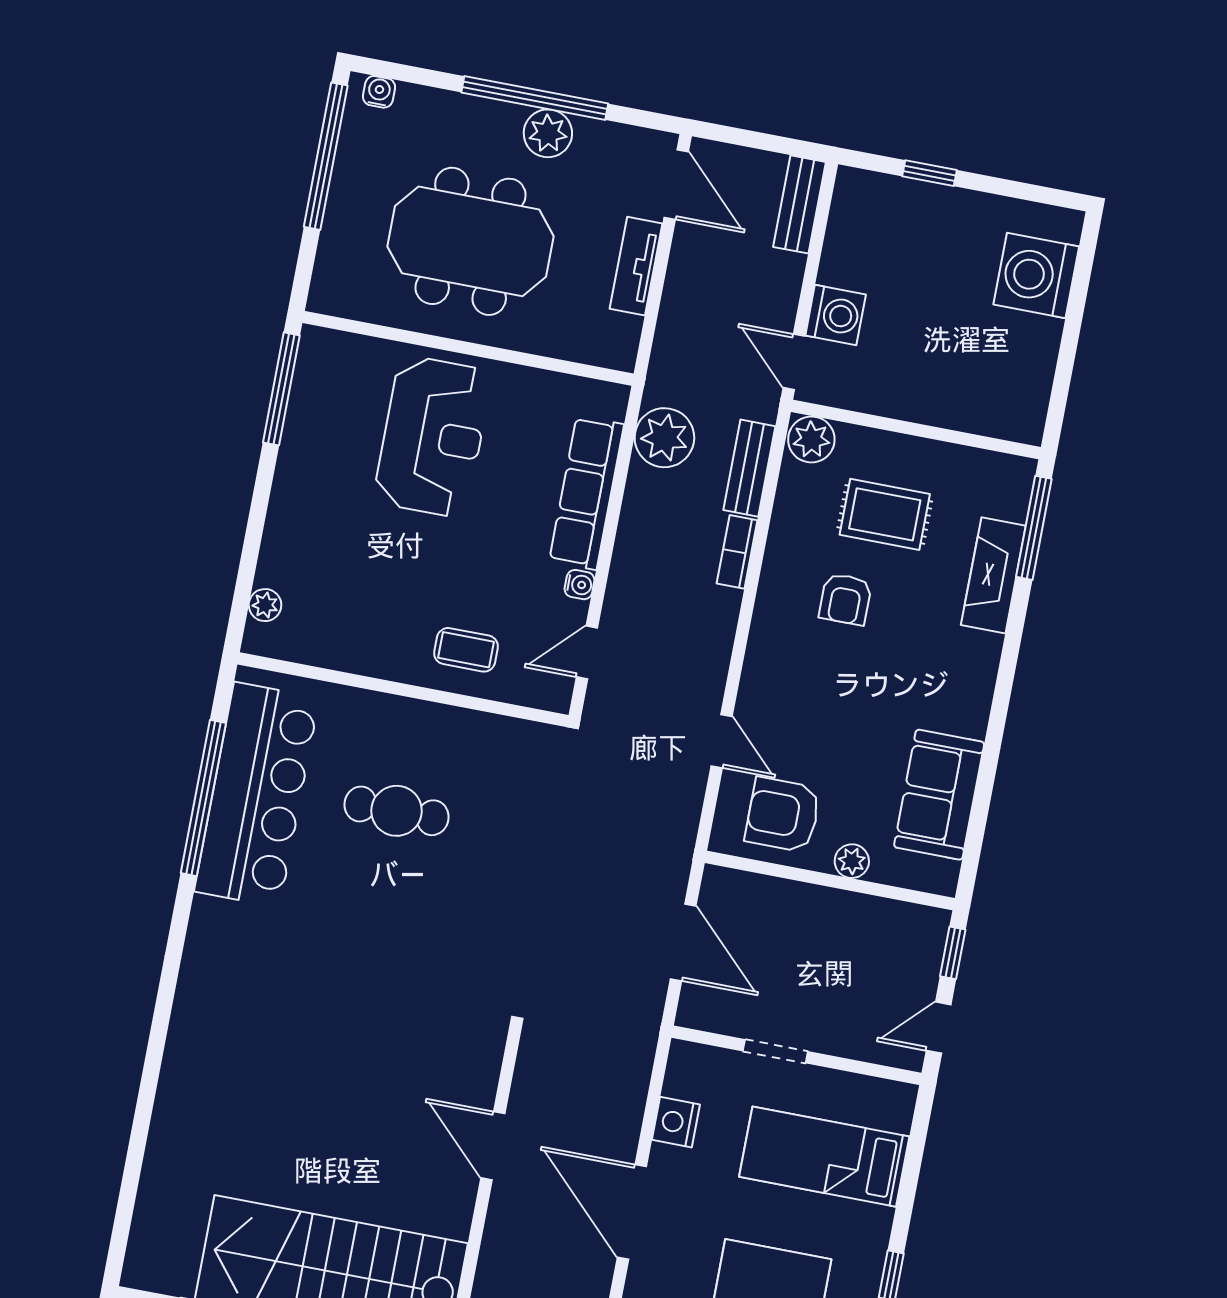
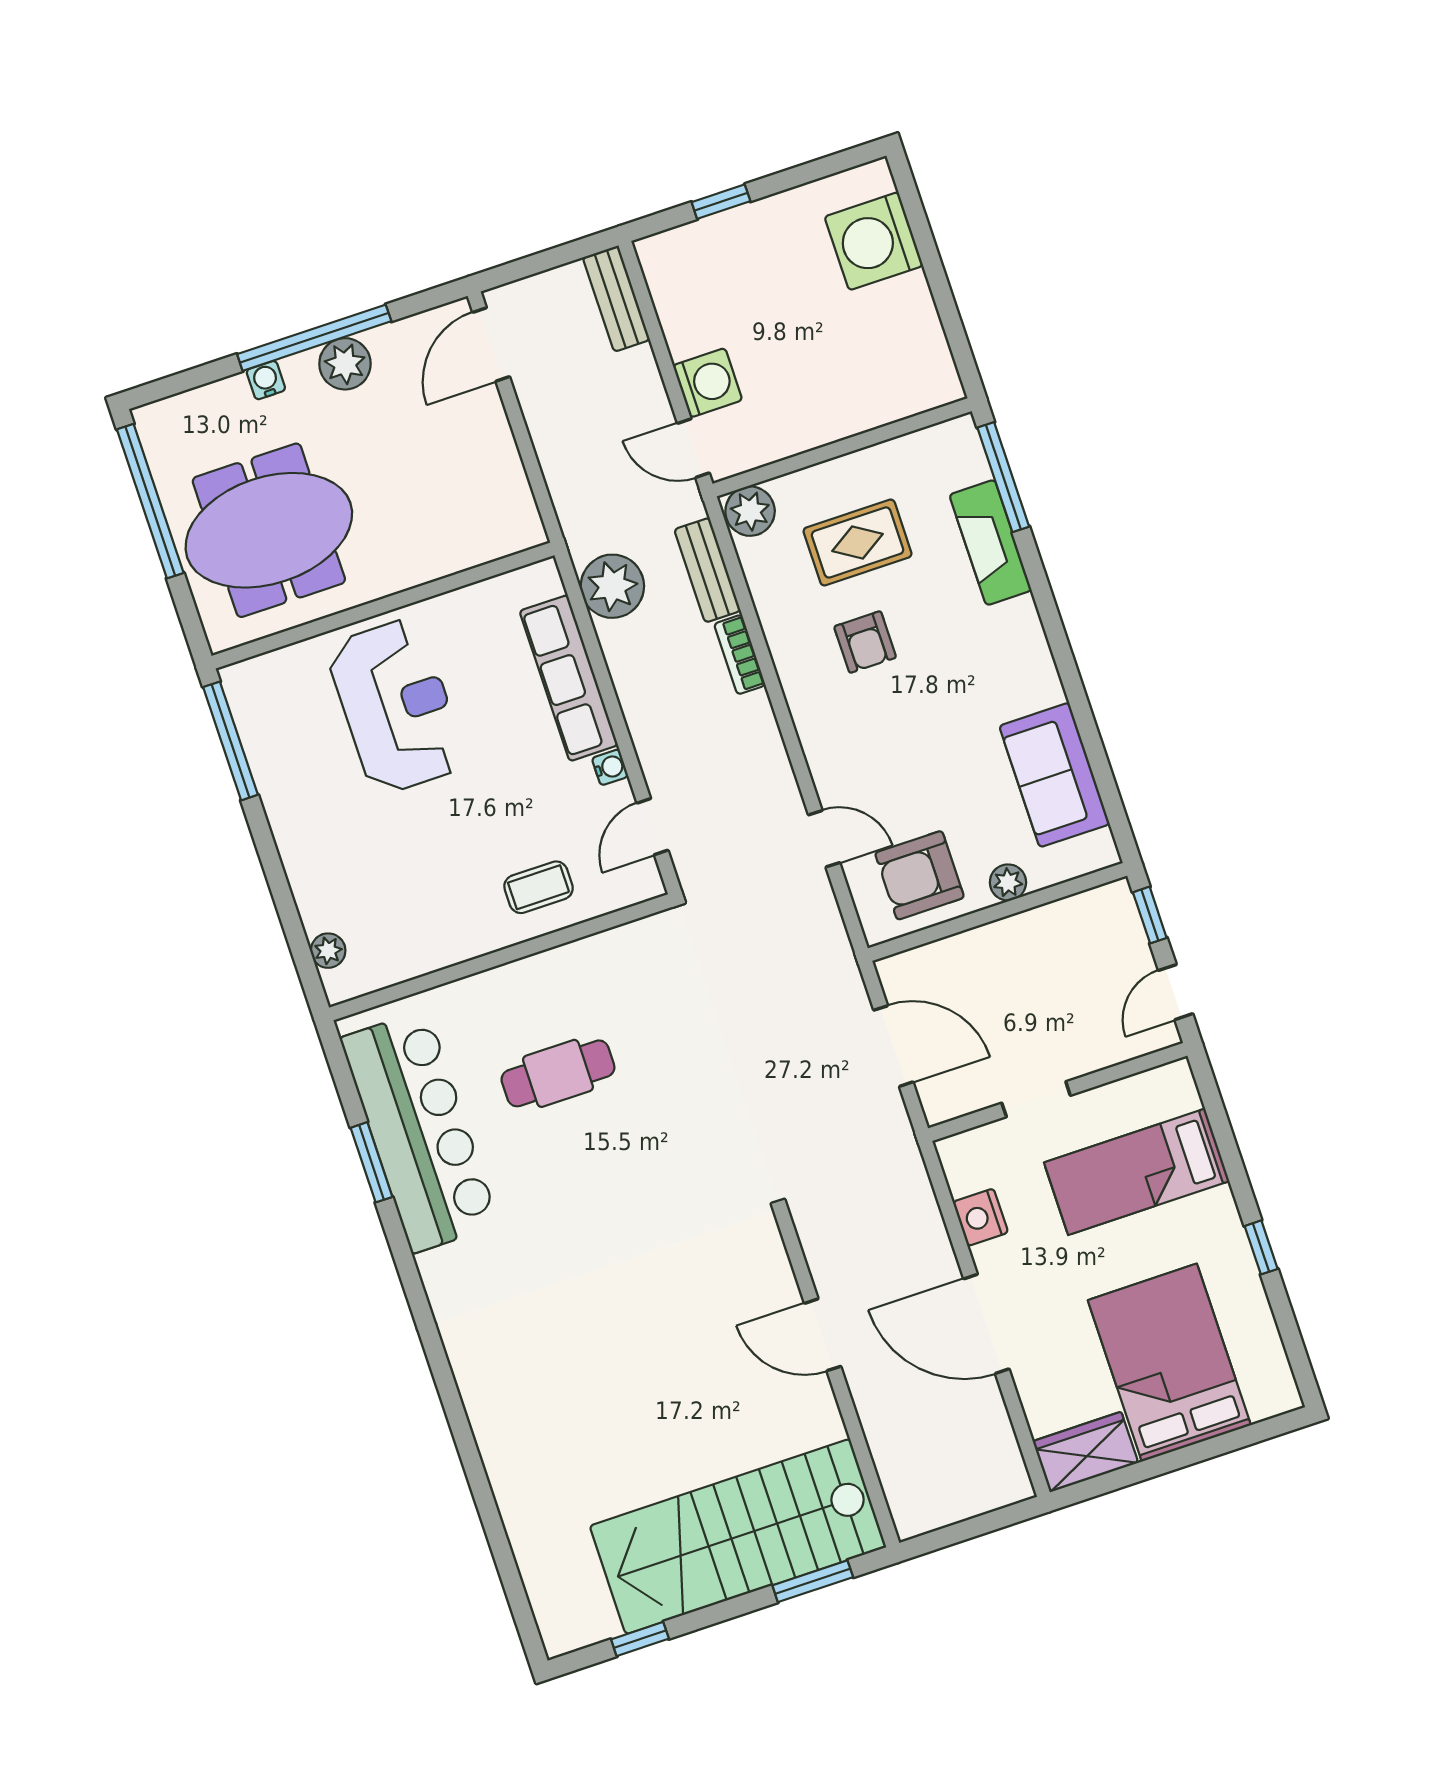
water cooler: (379, 92) -> (266, 380), moved
door: (676, 185) -> (491, 344), swing flipped
meeting table: (471, 241) -> (269, 530), moved
tv unit: (636, 266) -> (496, 441), removed
window: (203, 798) -> (371, 1162), width x0.47

